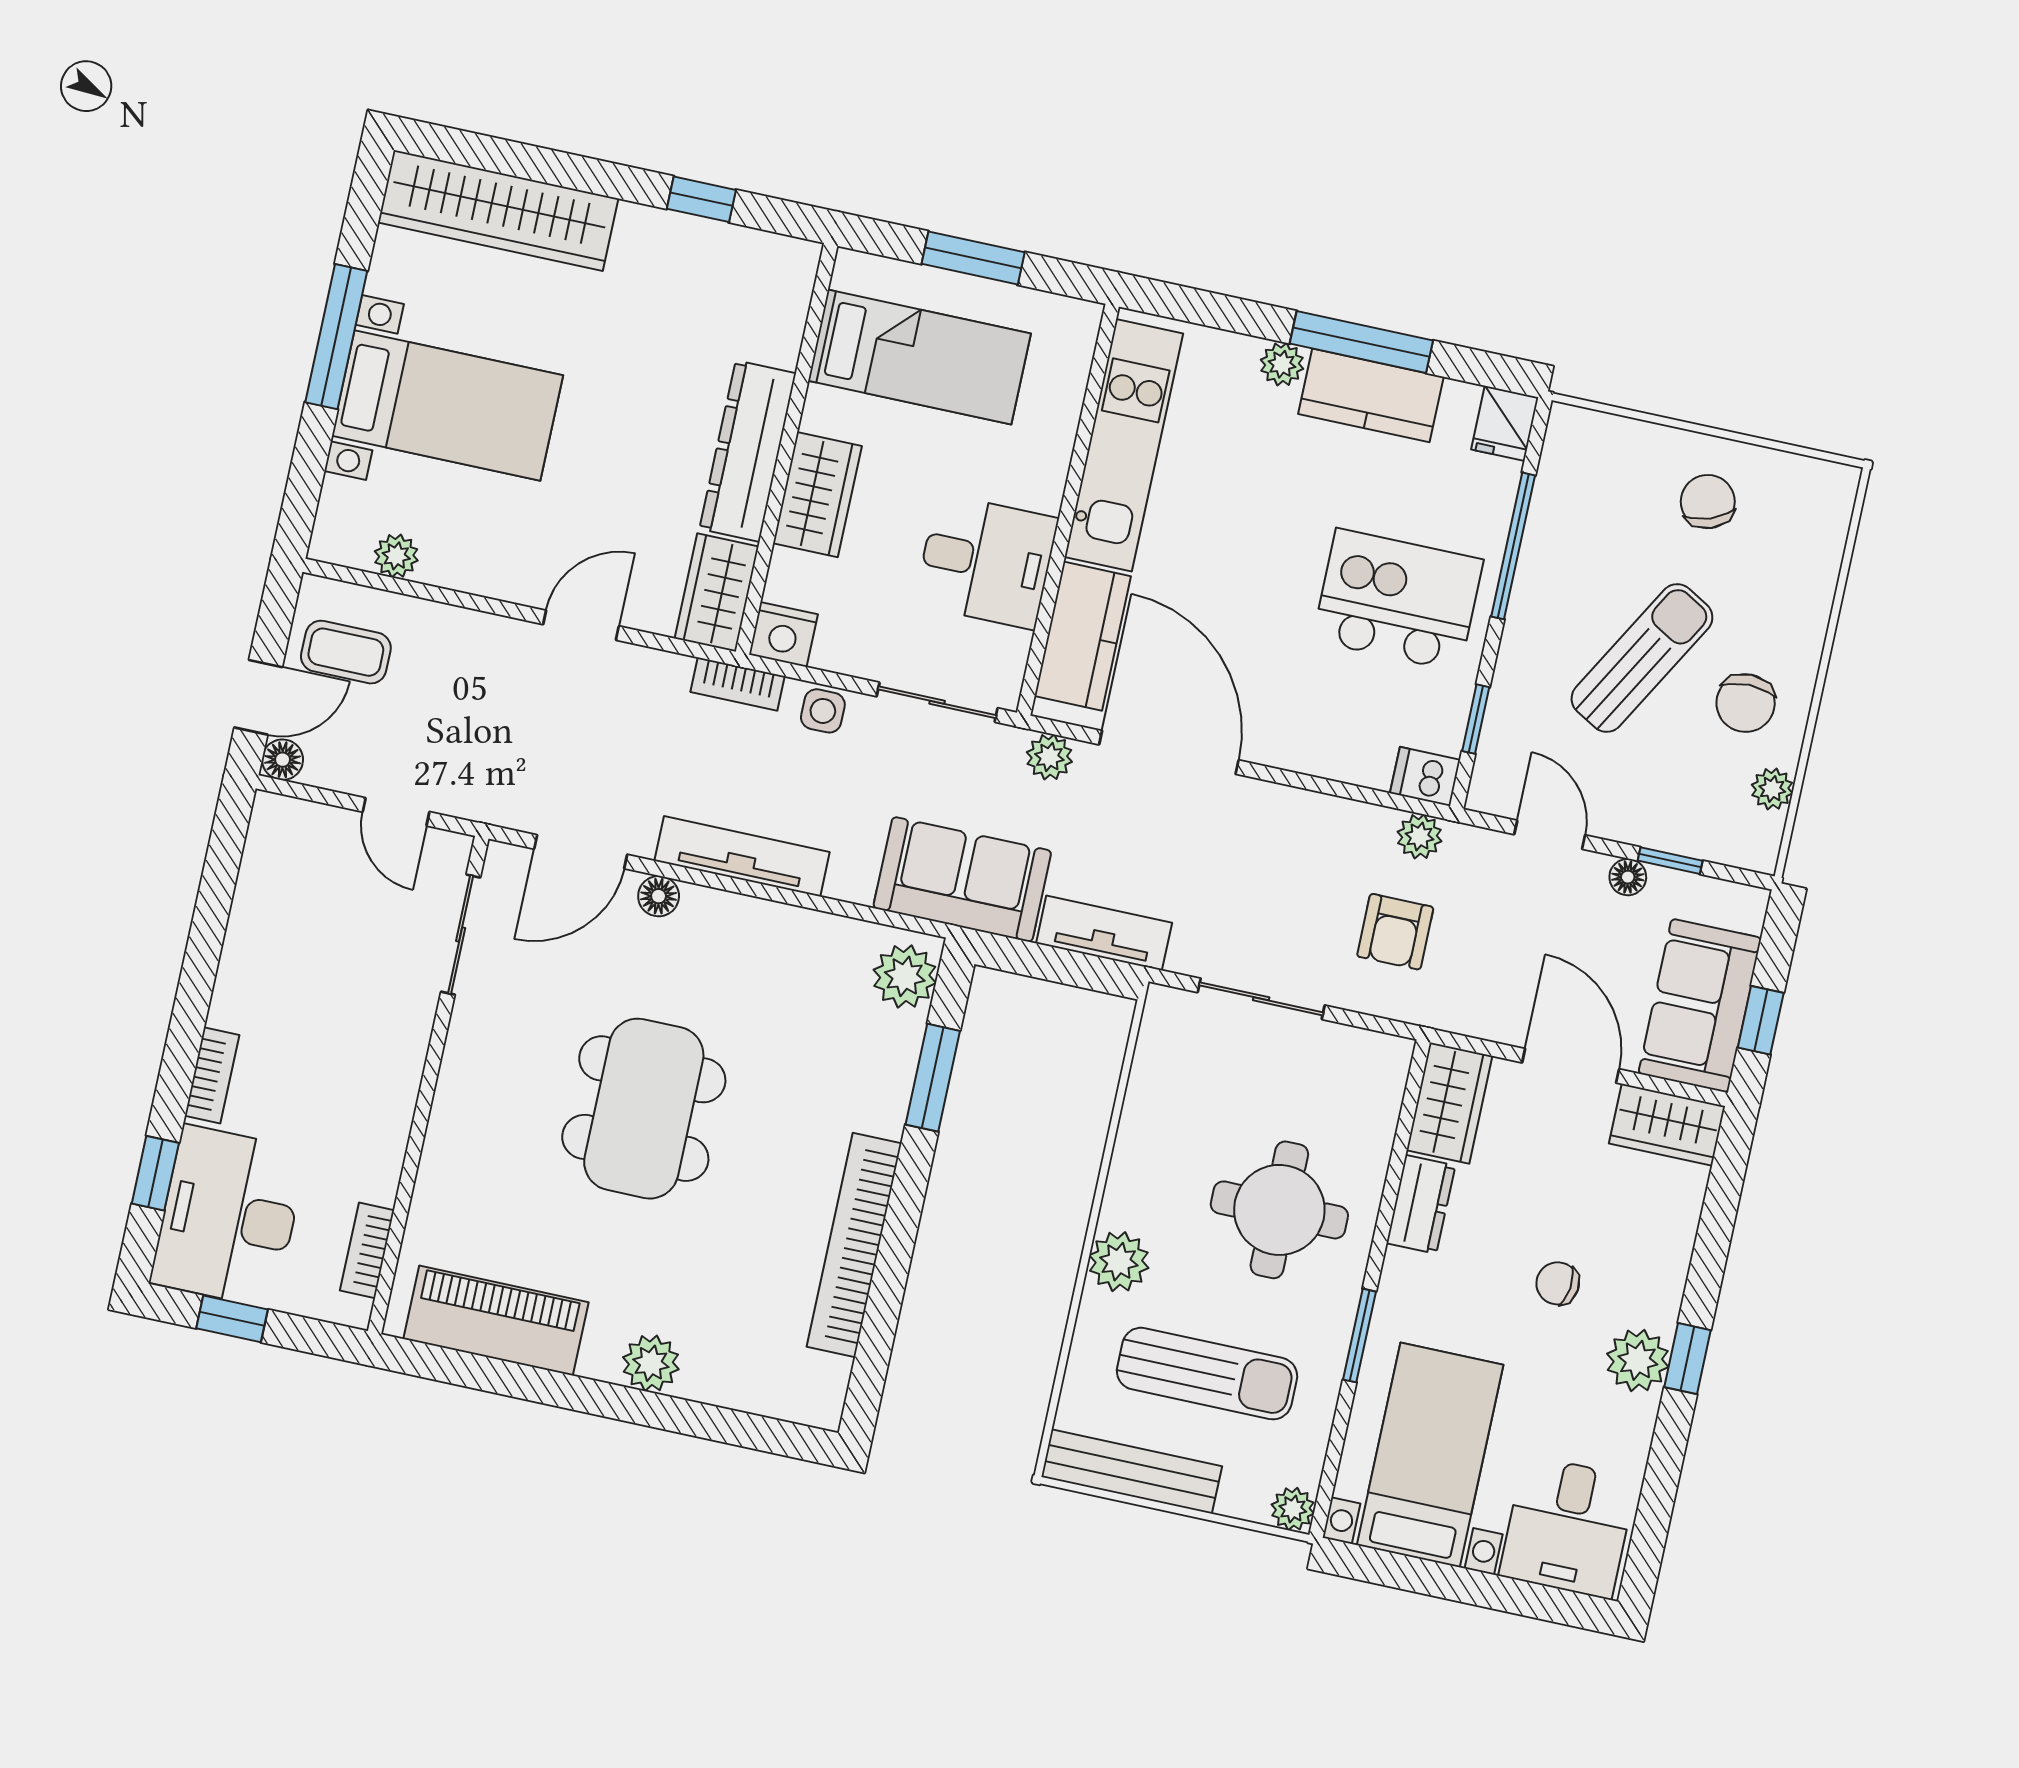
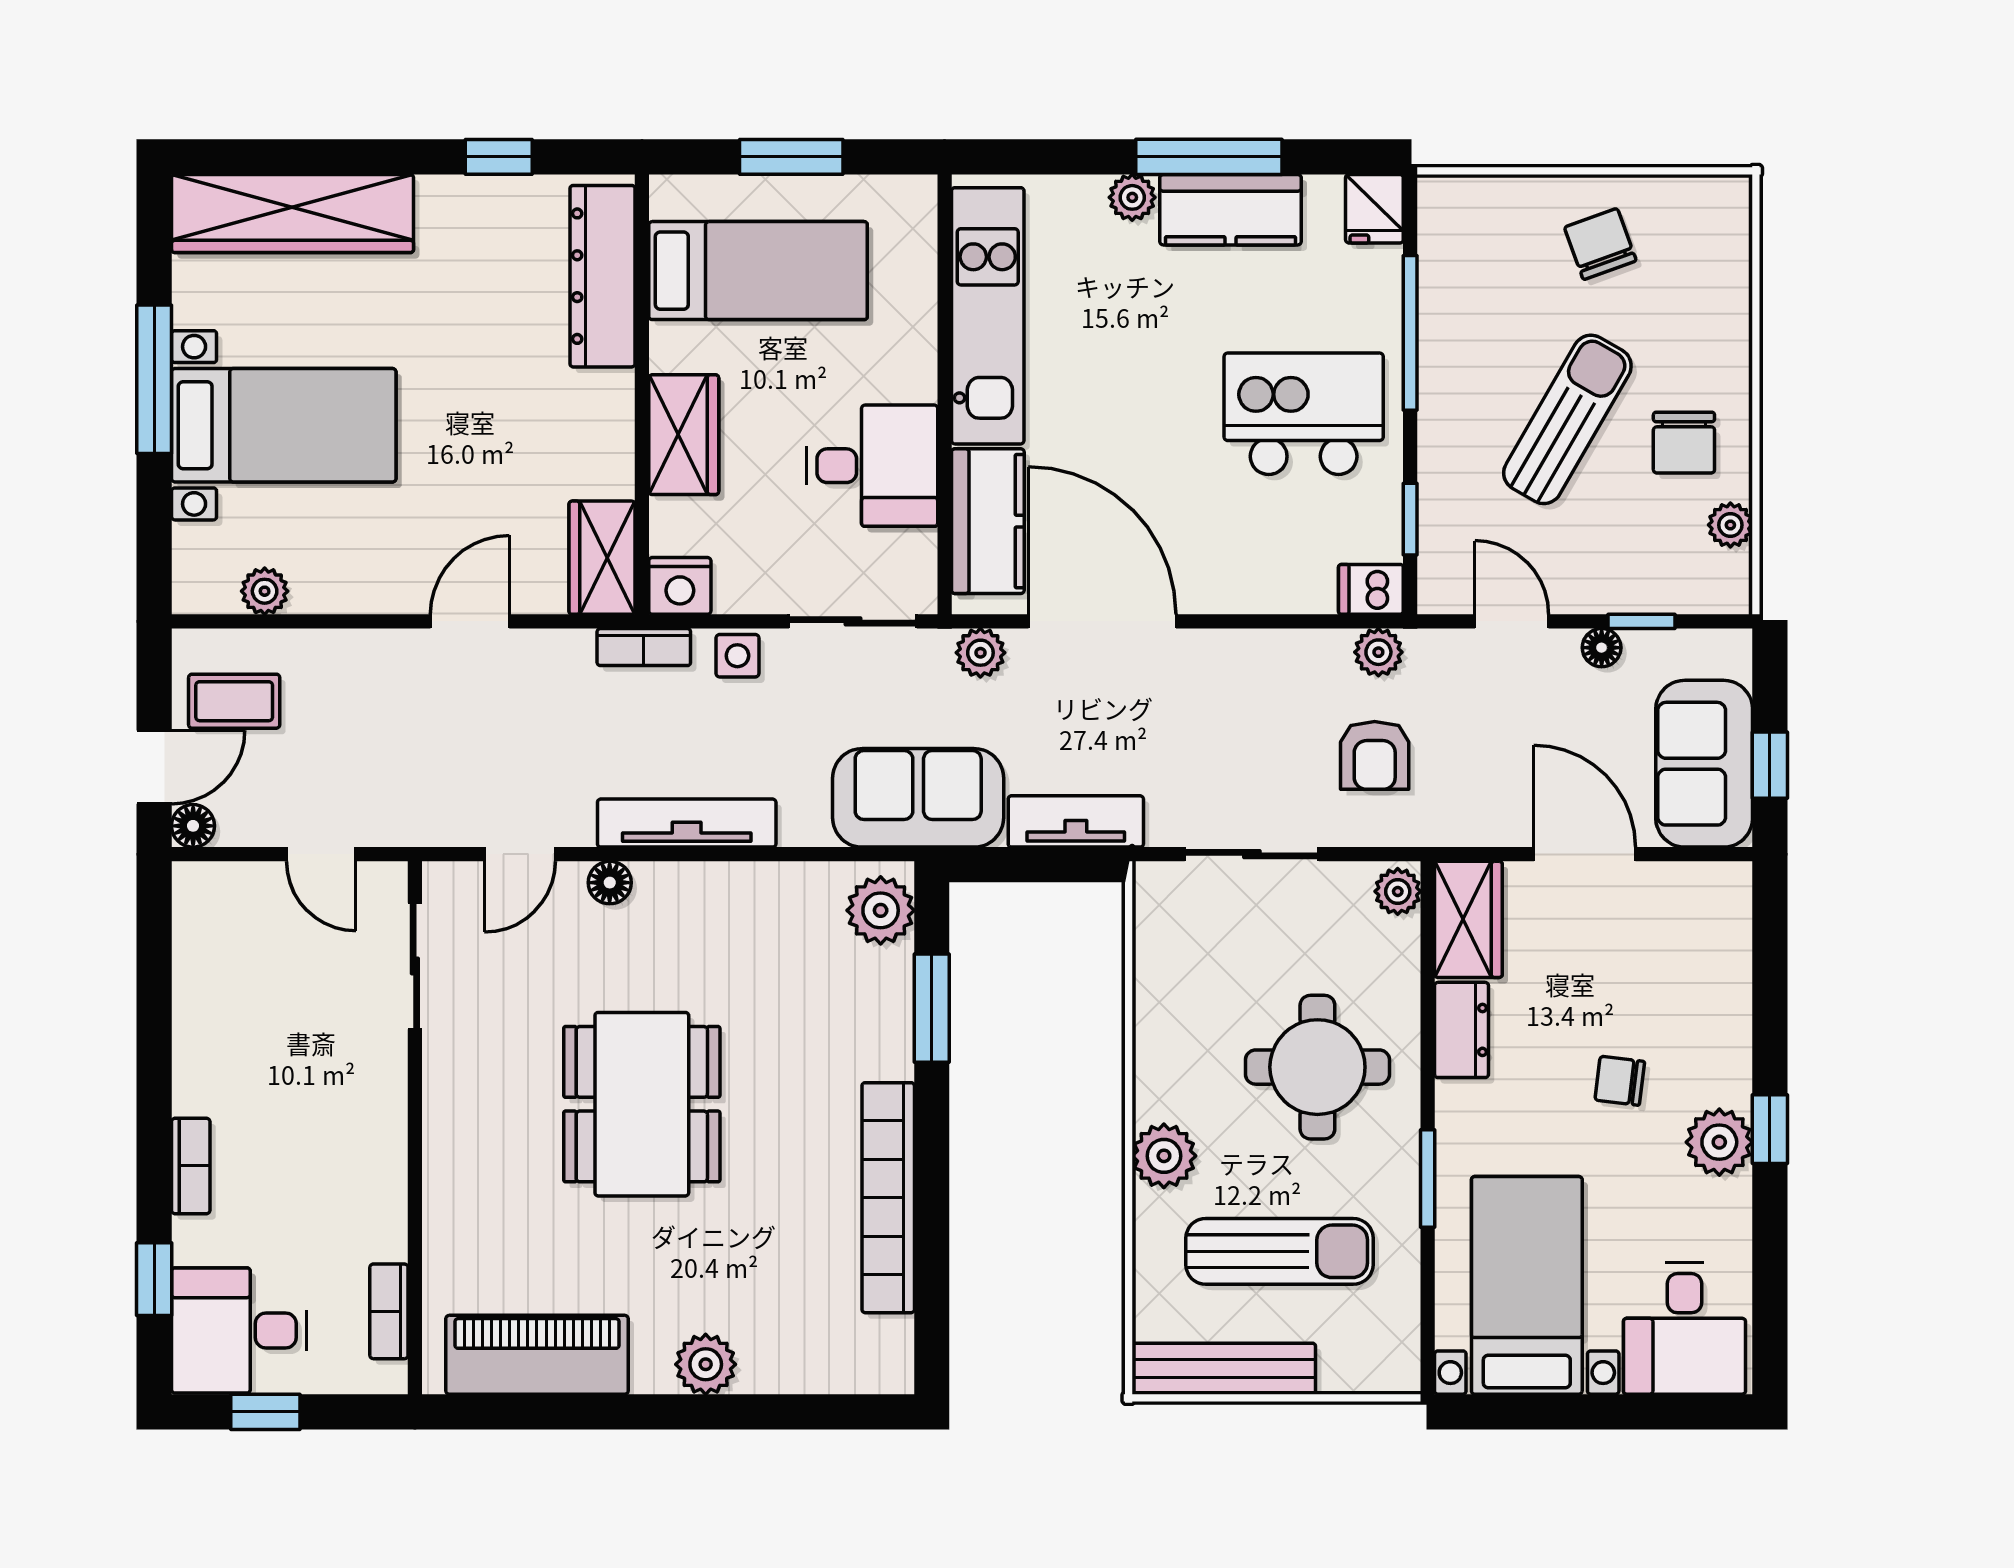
dresser: (748, 451) -> (602, 276), moved
door: (581, 852) -> (520, 854), width x0.73
wardrobe: (1667, 1125) -> (1697, 893), removed
desk: (229, 1216) -> (239, 1331), width x0.73
plant: (1293, 1509) -> (1398, 891), moved

